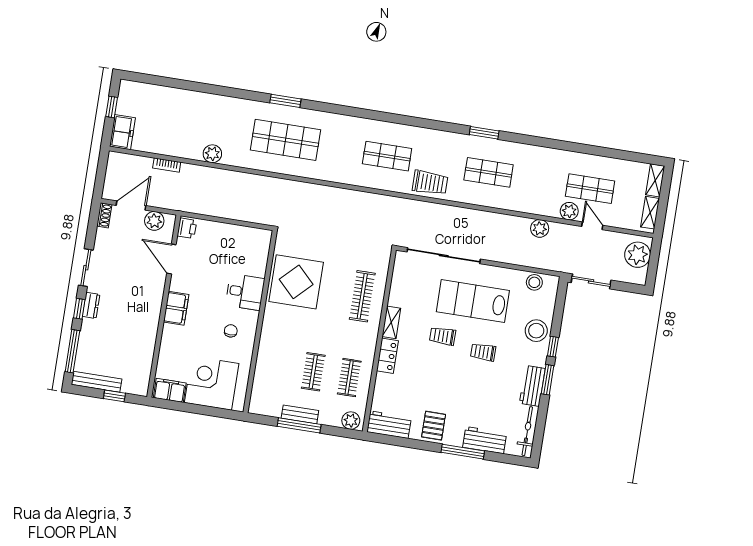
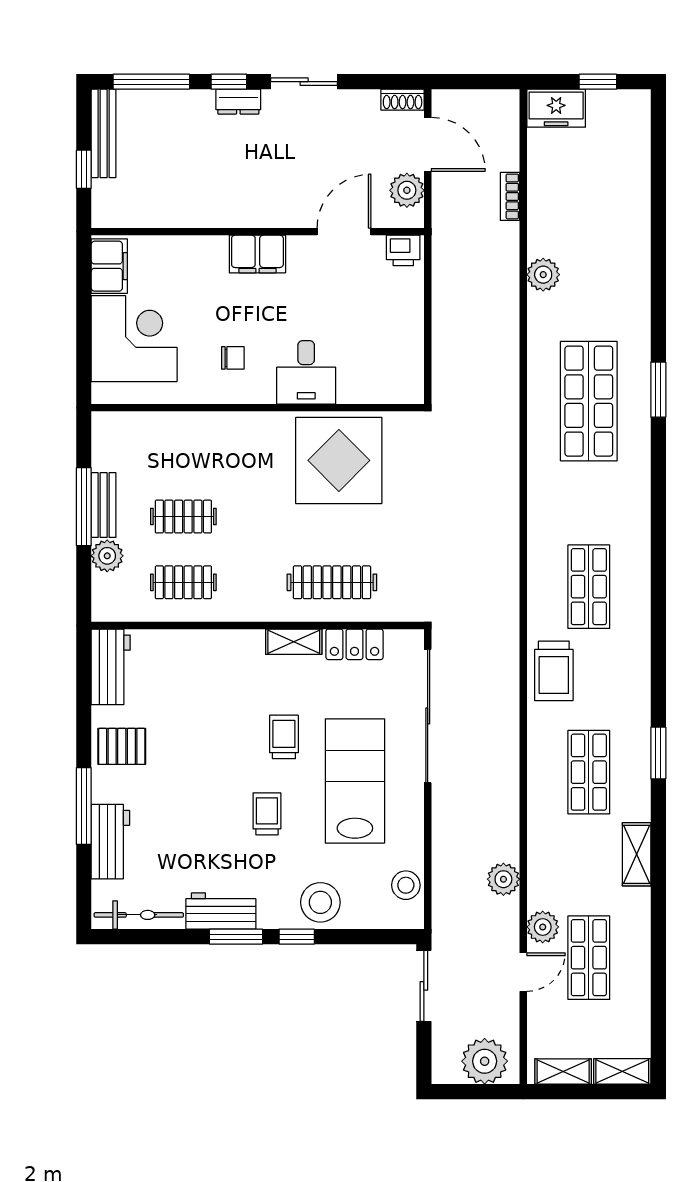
shelving: (538, 153) -> (637, 854), added
locker: (387, 356) -> (354, 644), moved
plant: (351, 421) -> (107, 556), moved

